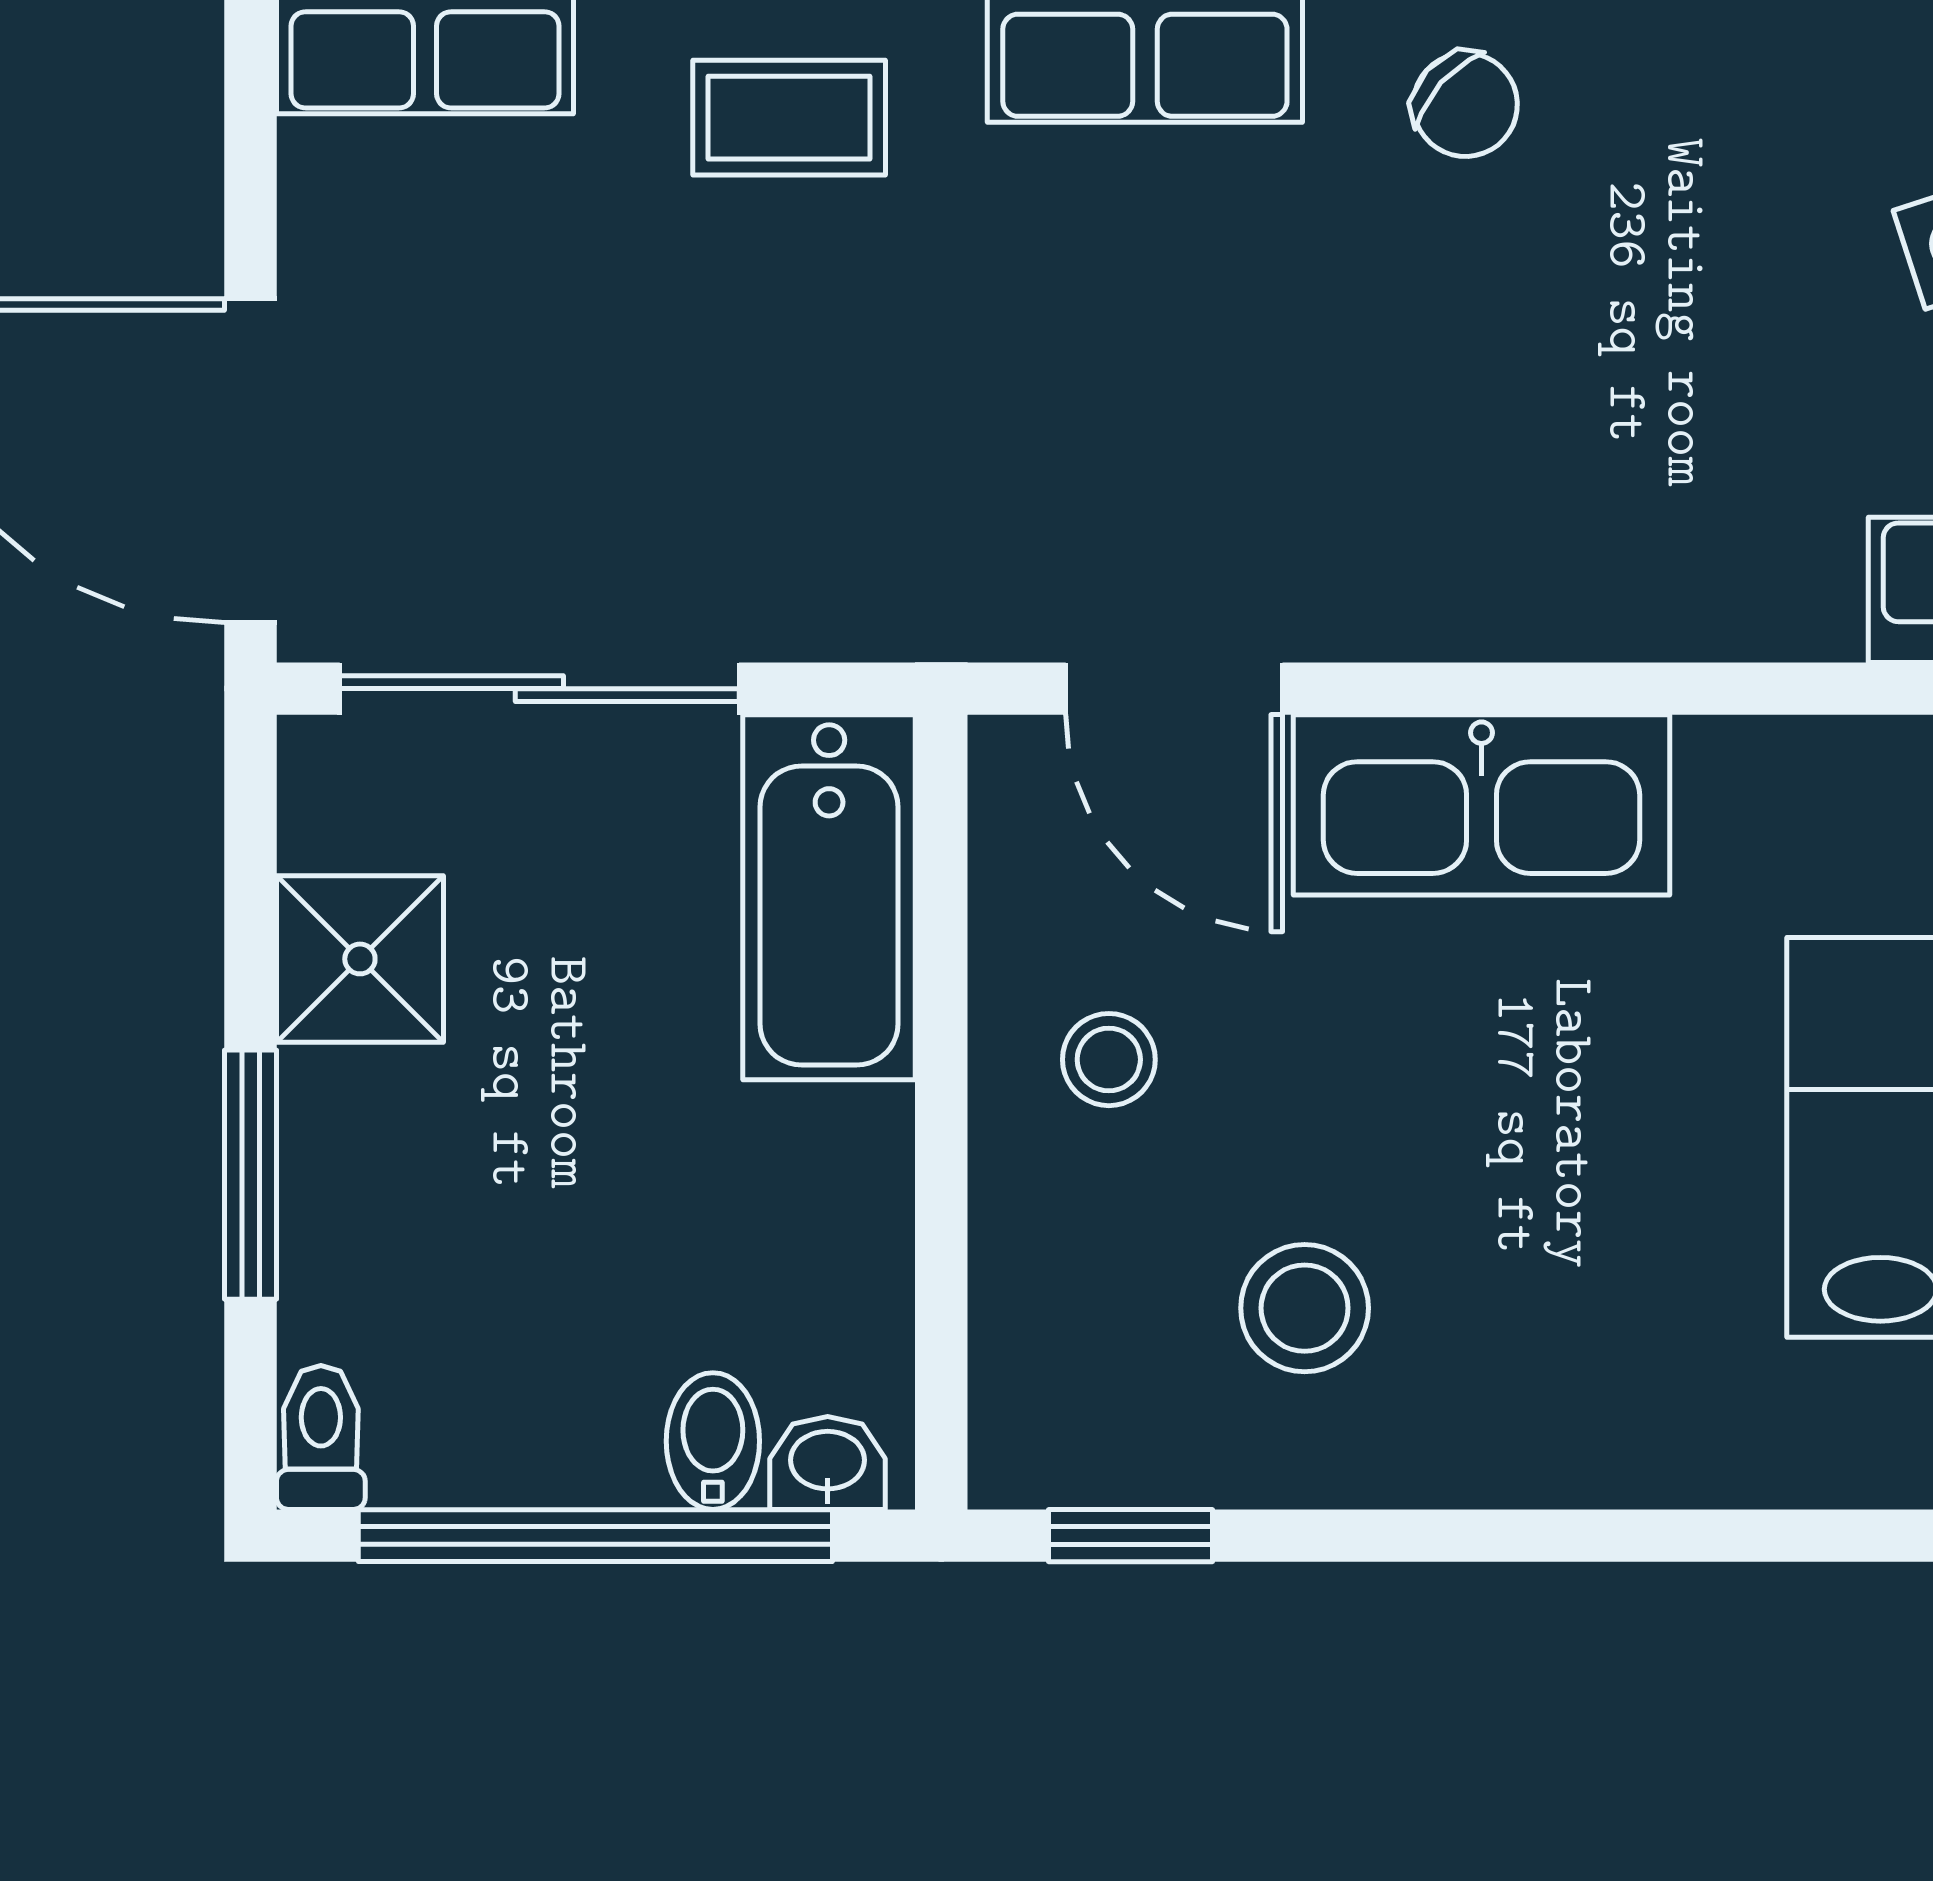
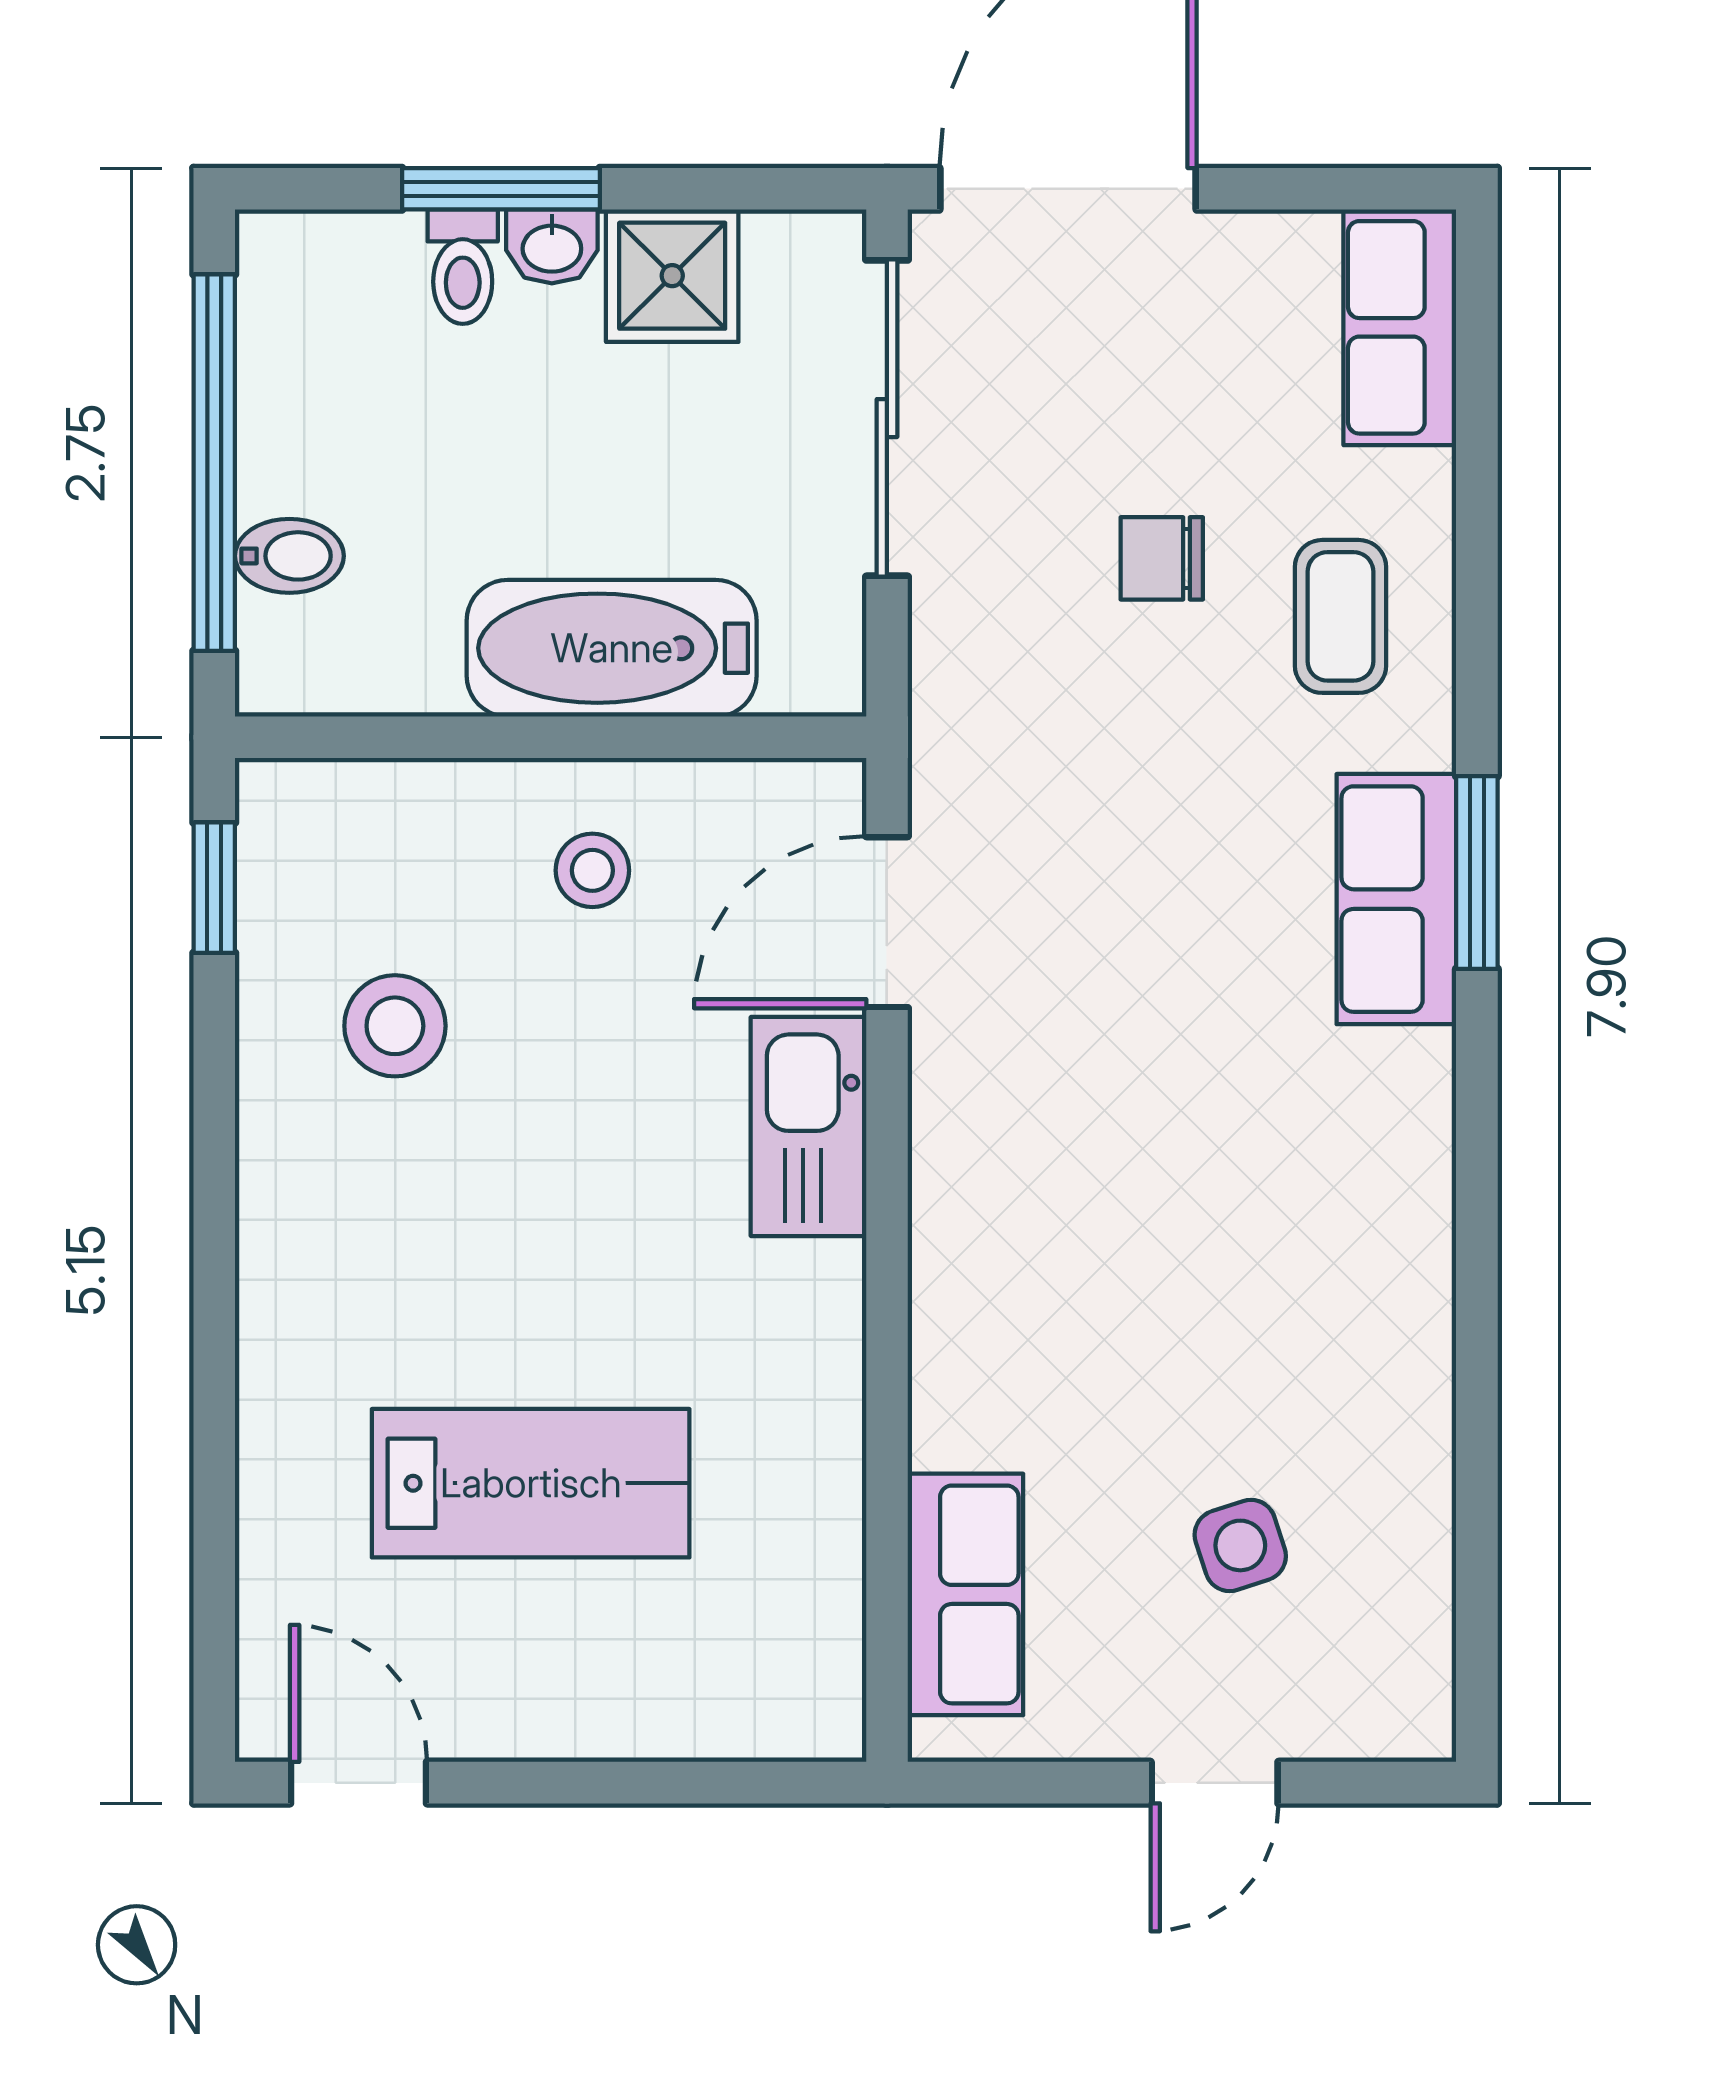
chair: (1465, 105) -> (1162, 558), moved, turned 48
kitchen sink: (1482, 805) -> (809, 1127), width x0.73, depth x0.81
bathtub: (829, 897) -> (612, 648), moved
toilet: (321, 1437) -> (463, 267), moved, turned 90
washbasin: (828, 1463) -> (552, 246), moved, turned 90

